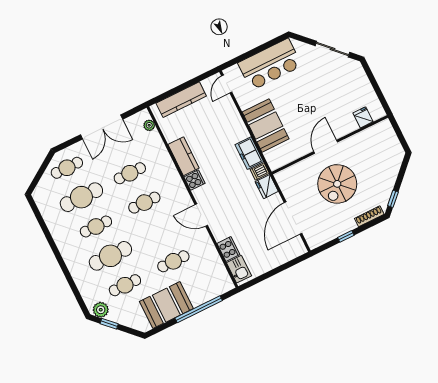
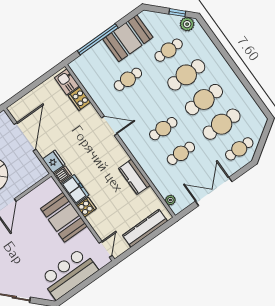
cooker: (195, 180) -> (86, 207), moved, turned 180
cafe table: (96, 226) -> (204, 100), width x1.37, depth x1.35

